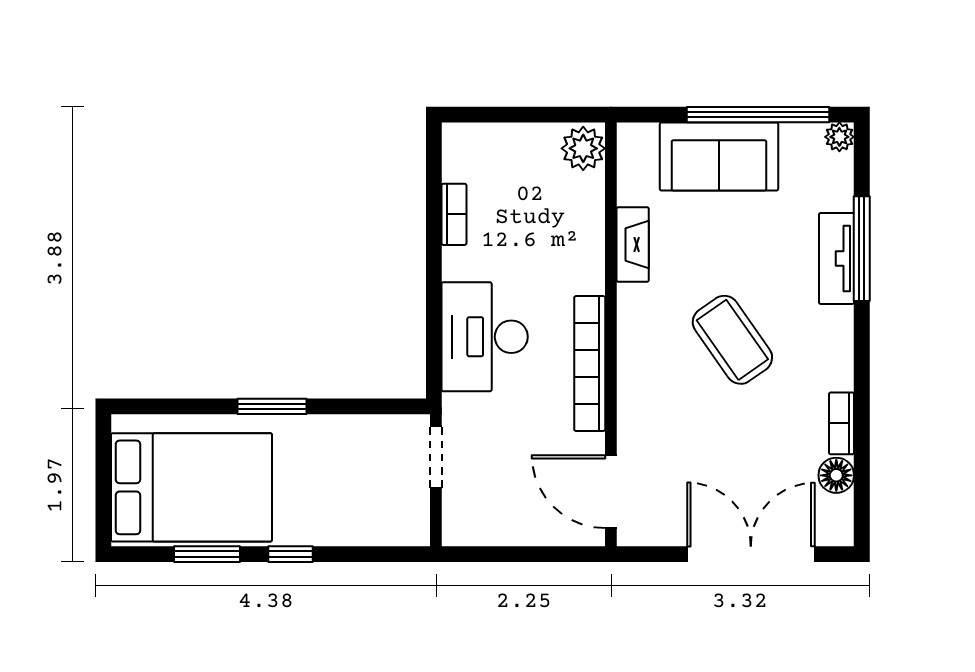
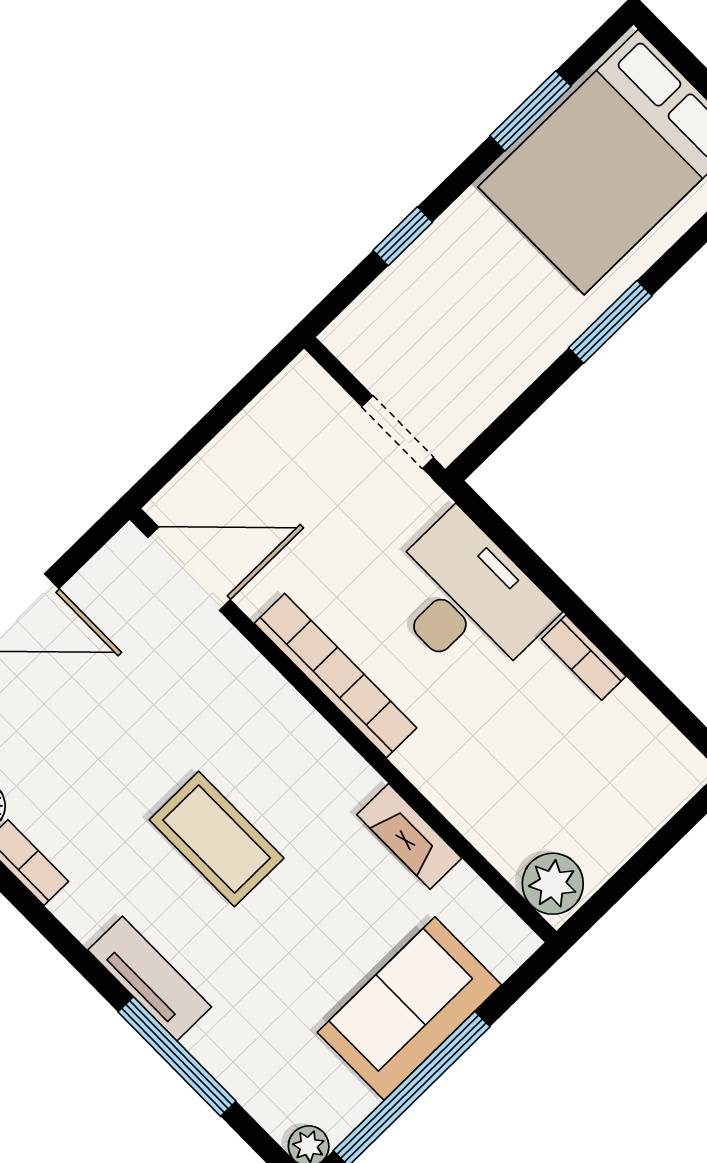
bookcase: (454, 214) -> (584, 658), moved
tv unit: (837, 258) -> (150, 979), moved
coffee table: (732, 340) -> (217, 839), turned 35
window: (291, 554) -> (403, 236), moved

